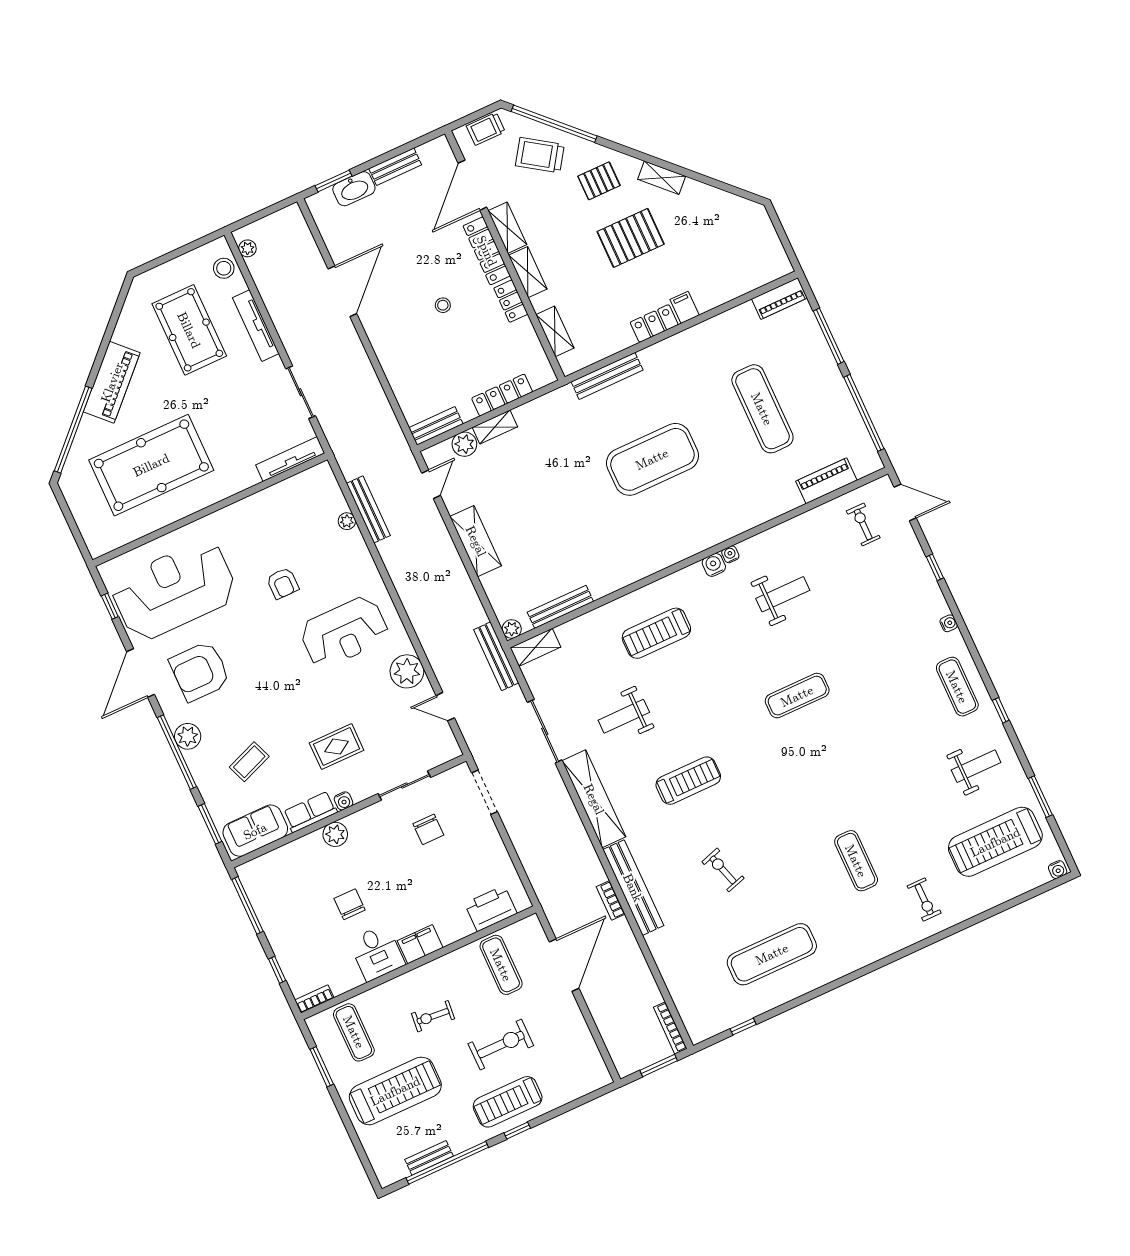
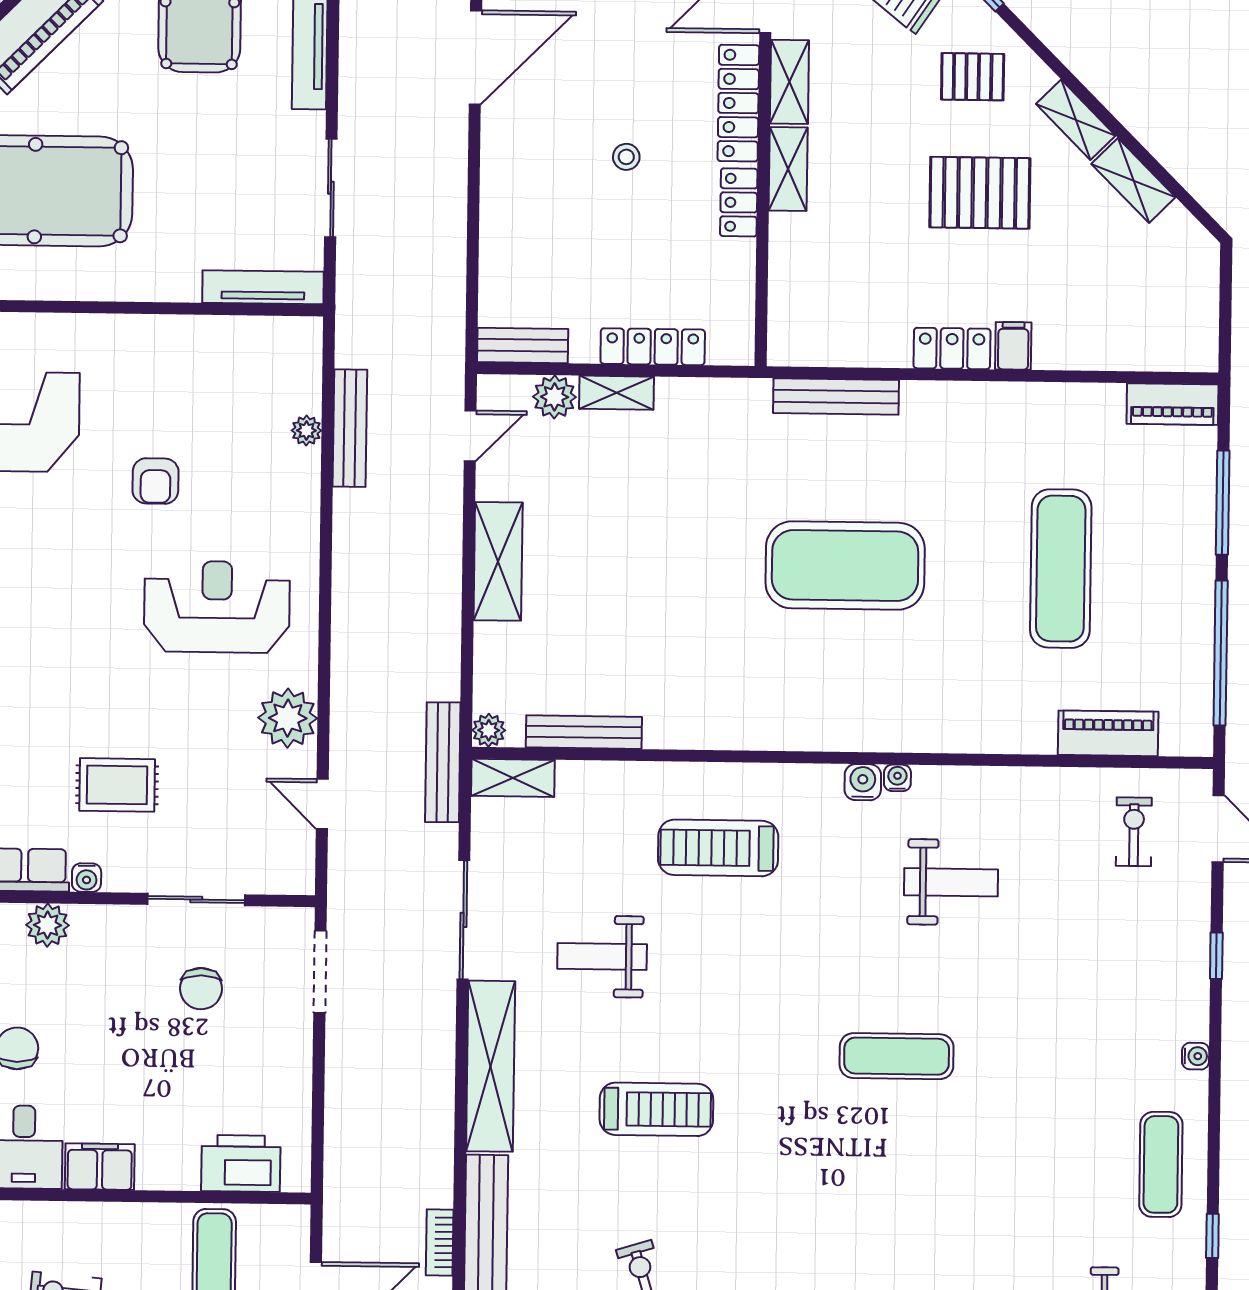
shelving: (555, 331) -> (1133, 181), moved, turned -45
reception desk: (344, 632) -> (217, 607), turned 180

